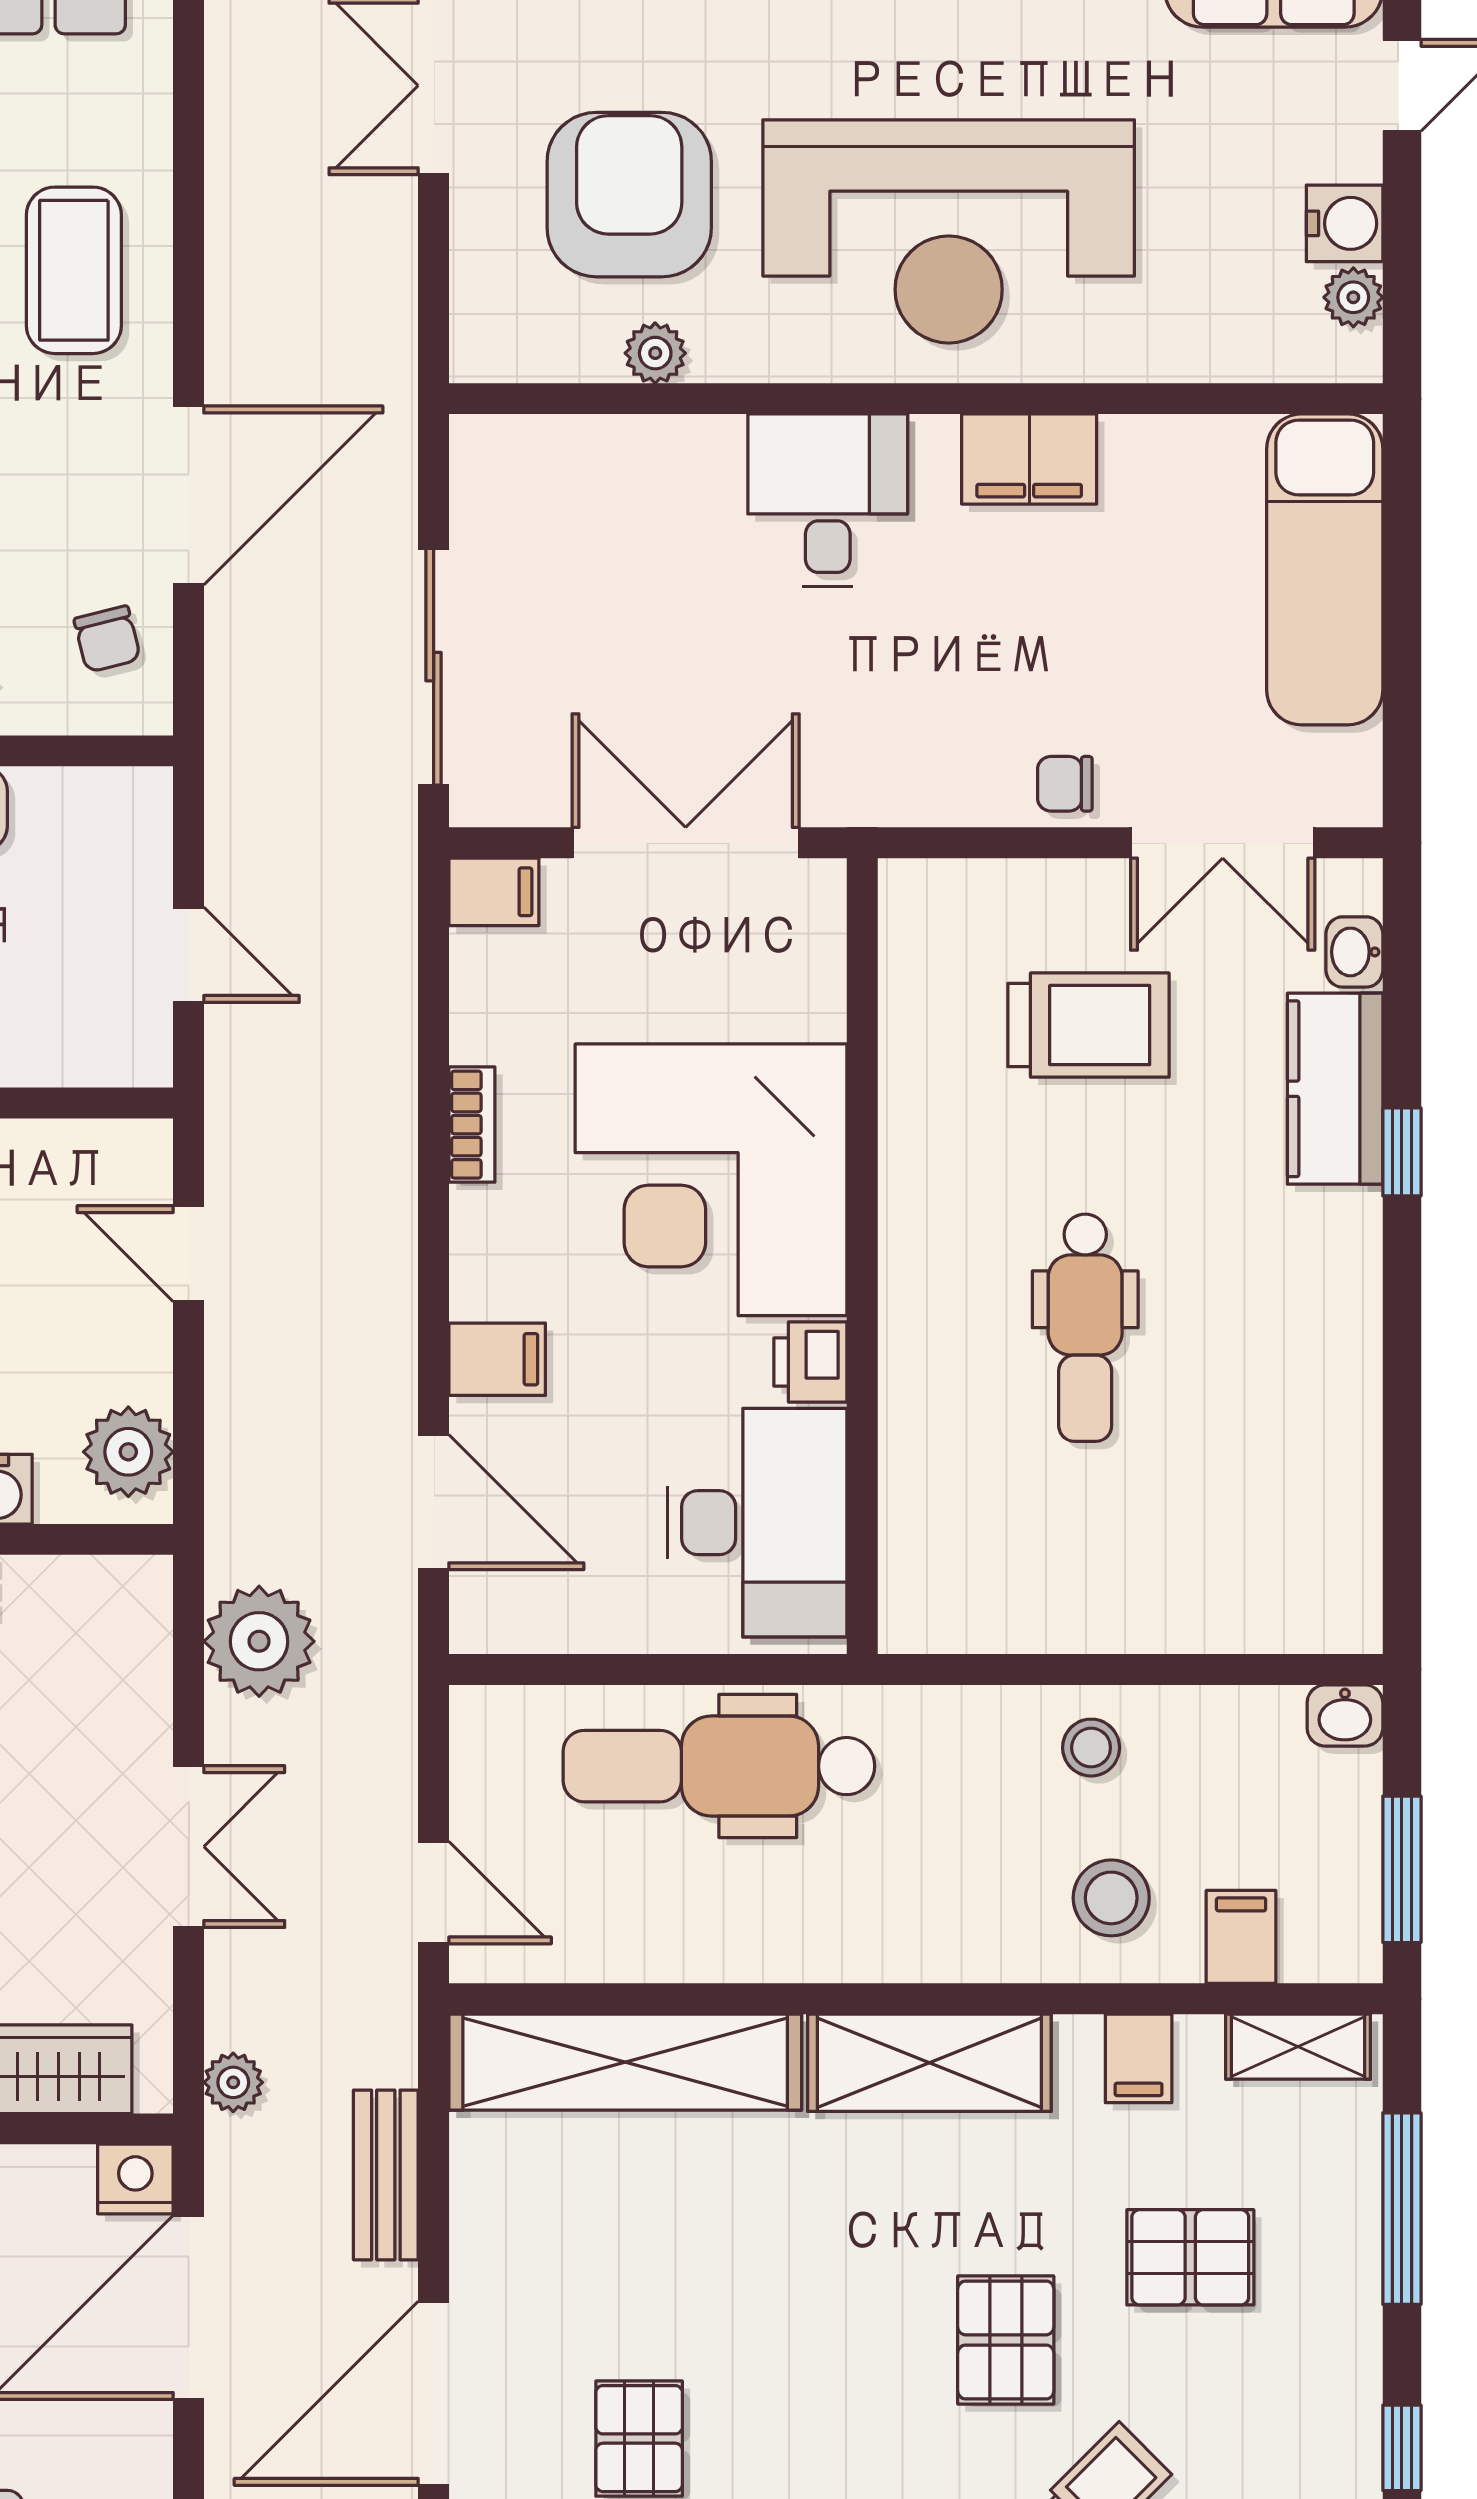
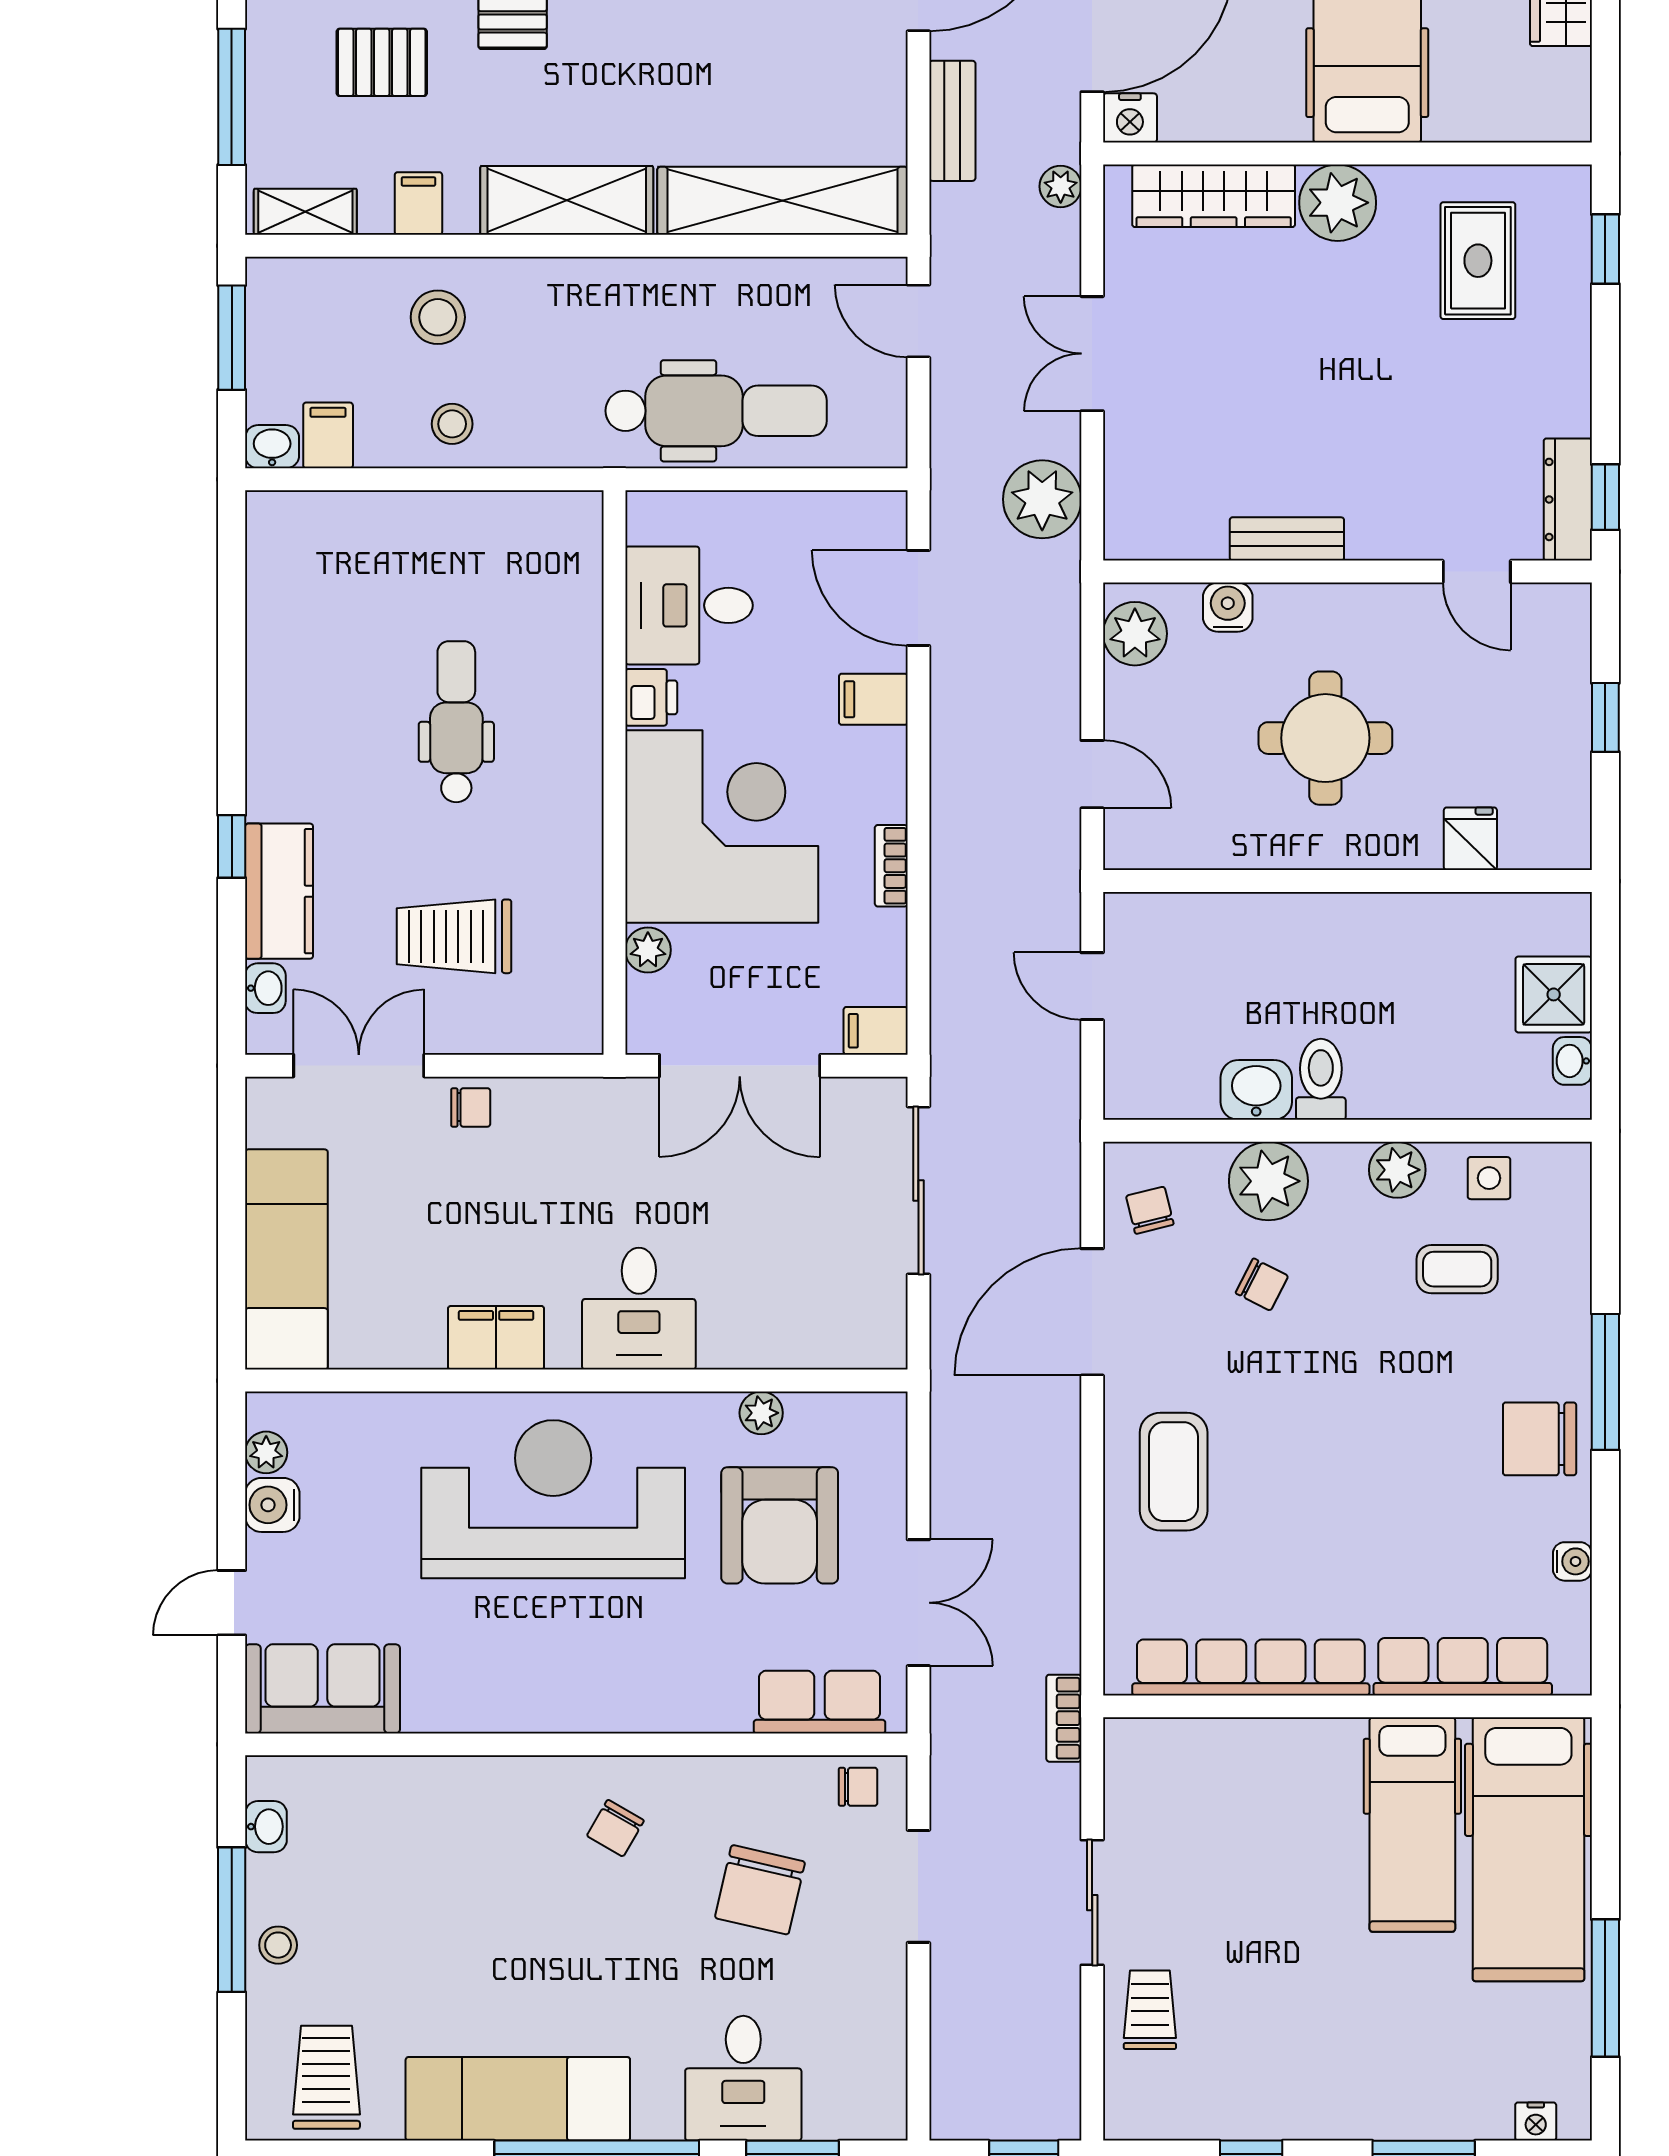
plant: (815, 1006) -> (648, 950), added
desk: (757, 1523) -> (689, 605), width x0.73
filing cabinet: (1241, 1937) -> (328, 435), moved, turned 180

